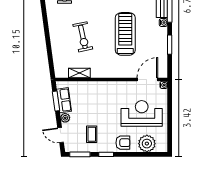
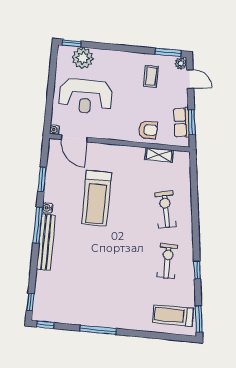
exercise bike: (83, 37) -> (166, 210), moved
door: (147, 79) -> (74, 138), hinge flipped
plant: (65, 118) -> (181, 63), moved
armchair: (123, 143) -> (148, 130), moved, turned 180
window: (106, 154) -> (72, 43), moved

